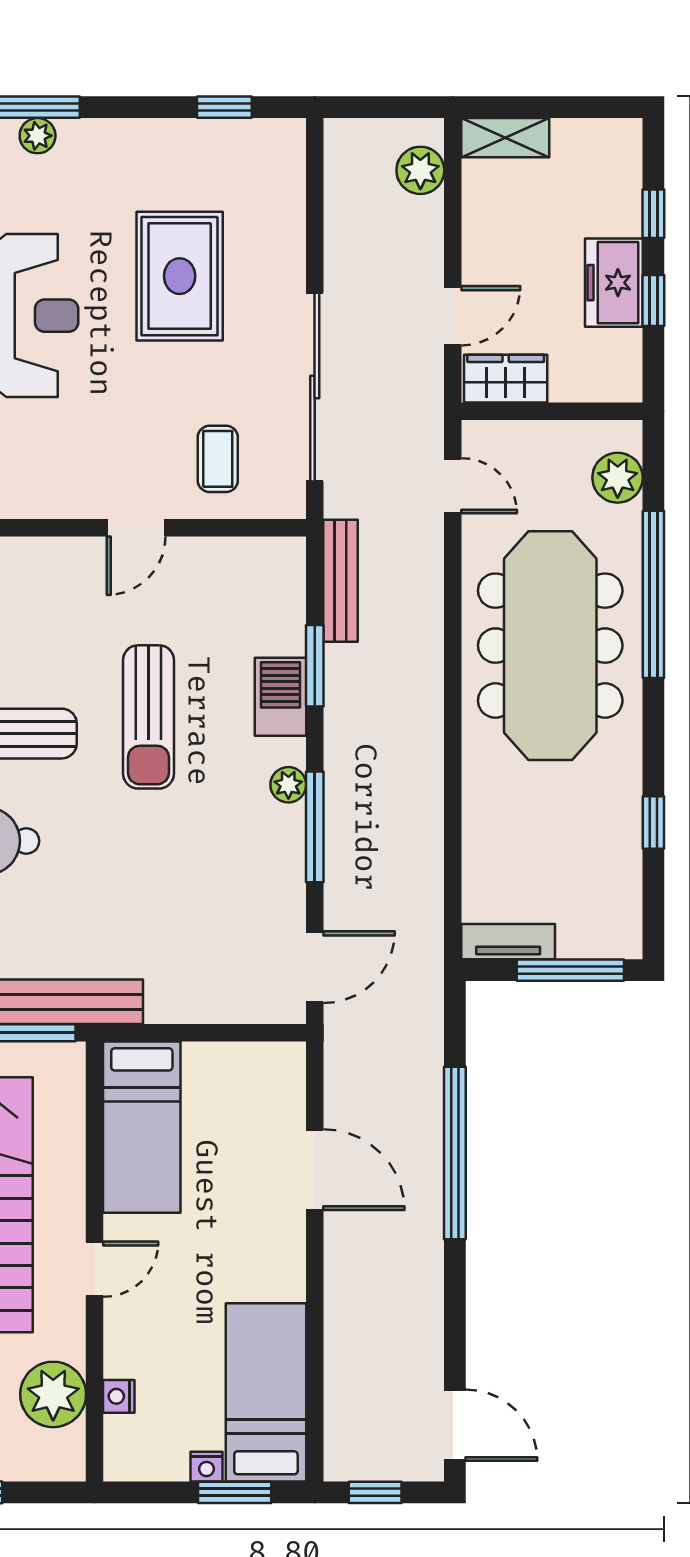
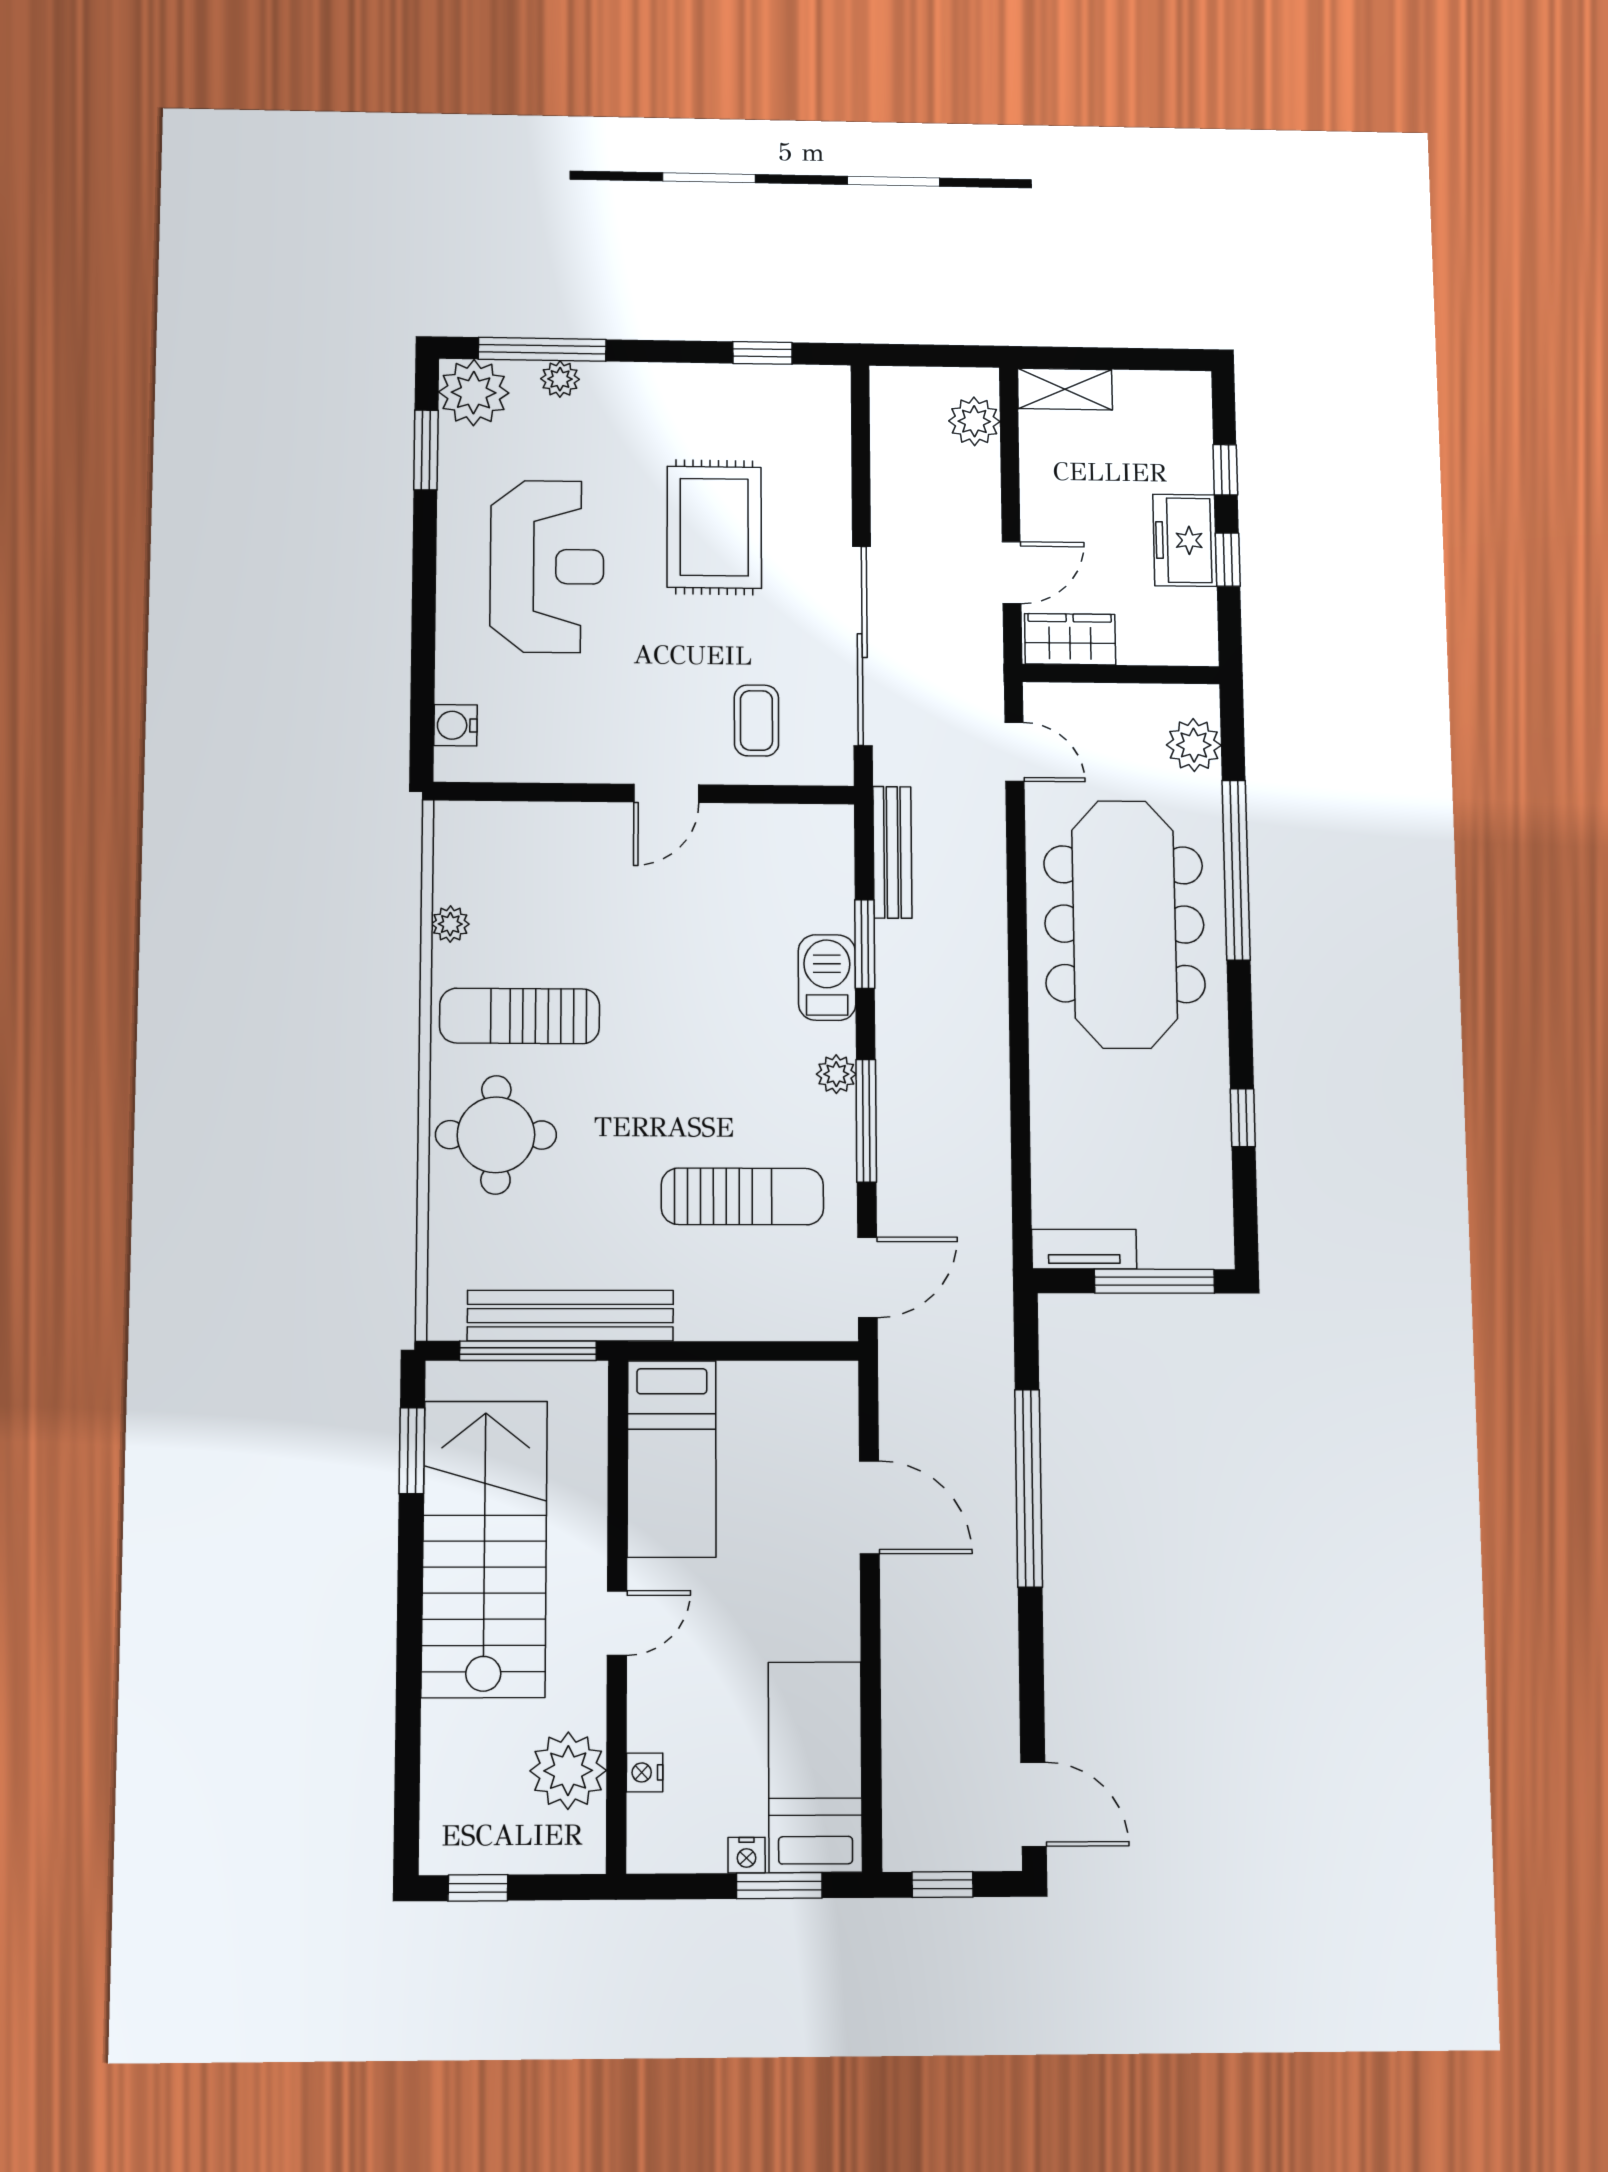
sun lounger: (148, 717) -> (742, 1196), moved, turned -90

